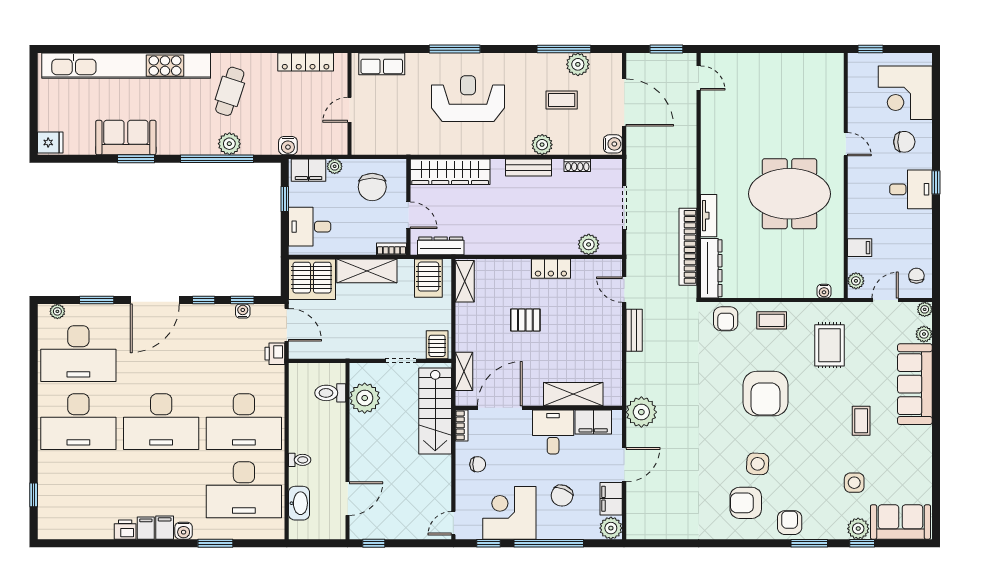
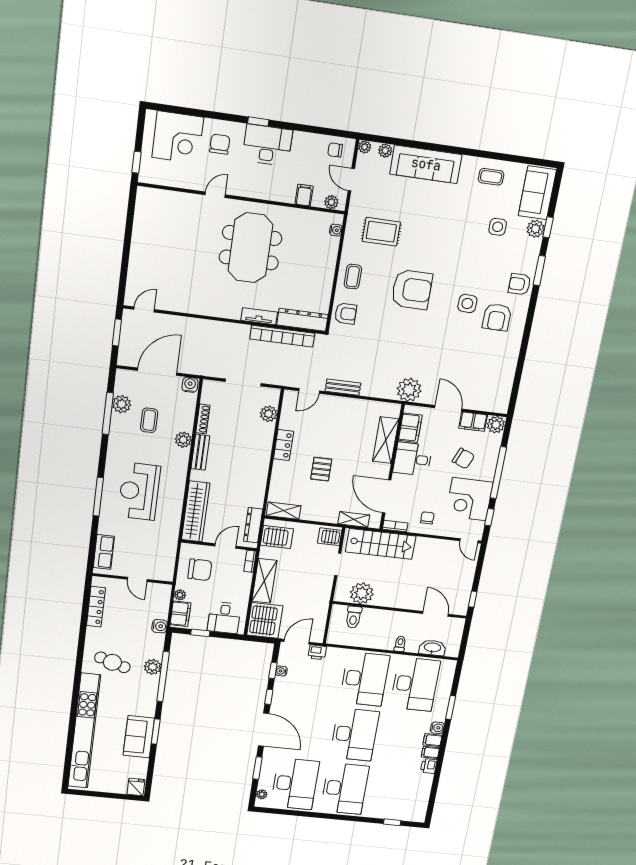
shoe rack: (577, 165) -> (203, 419), width x1.43
desk: (911, 189) -> (267, 145), width x1.37
coffee table: (861, 421) -> (491, 177), moved

